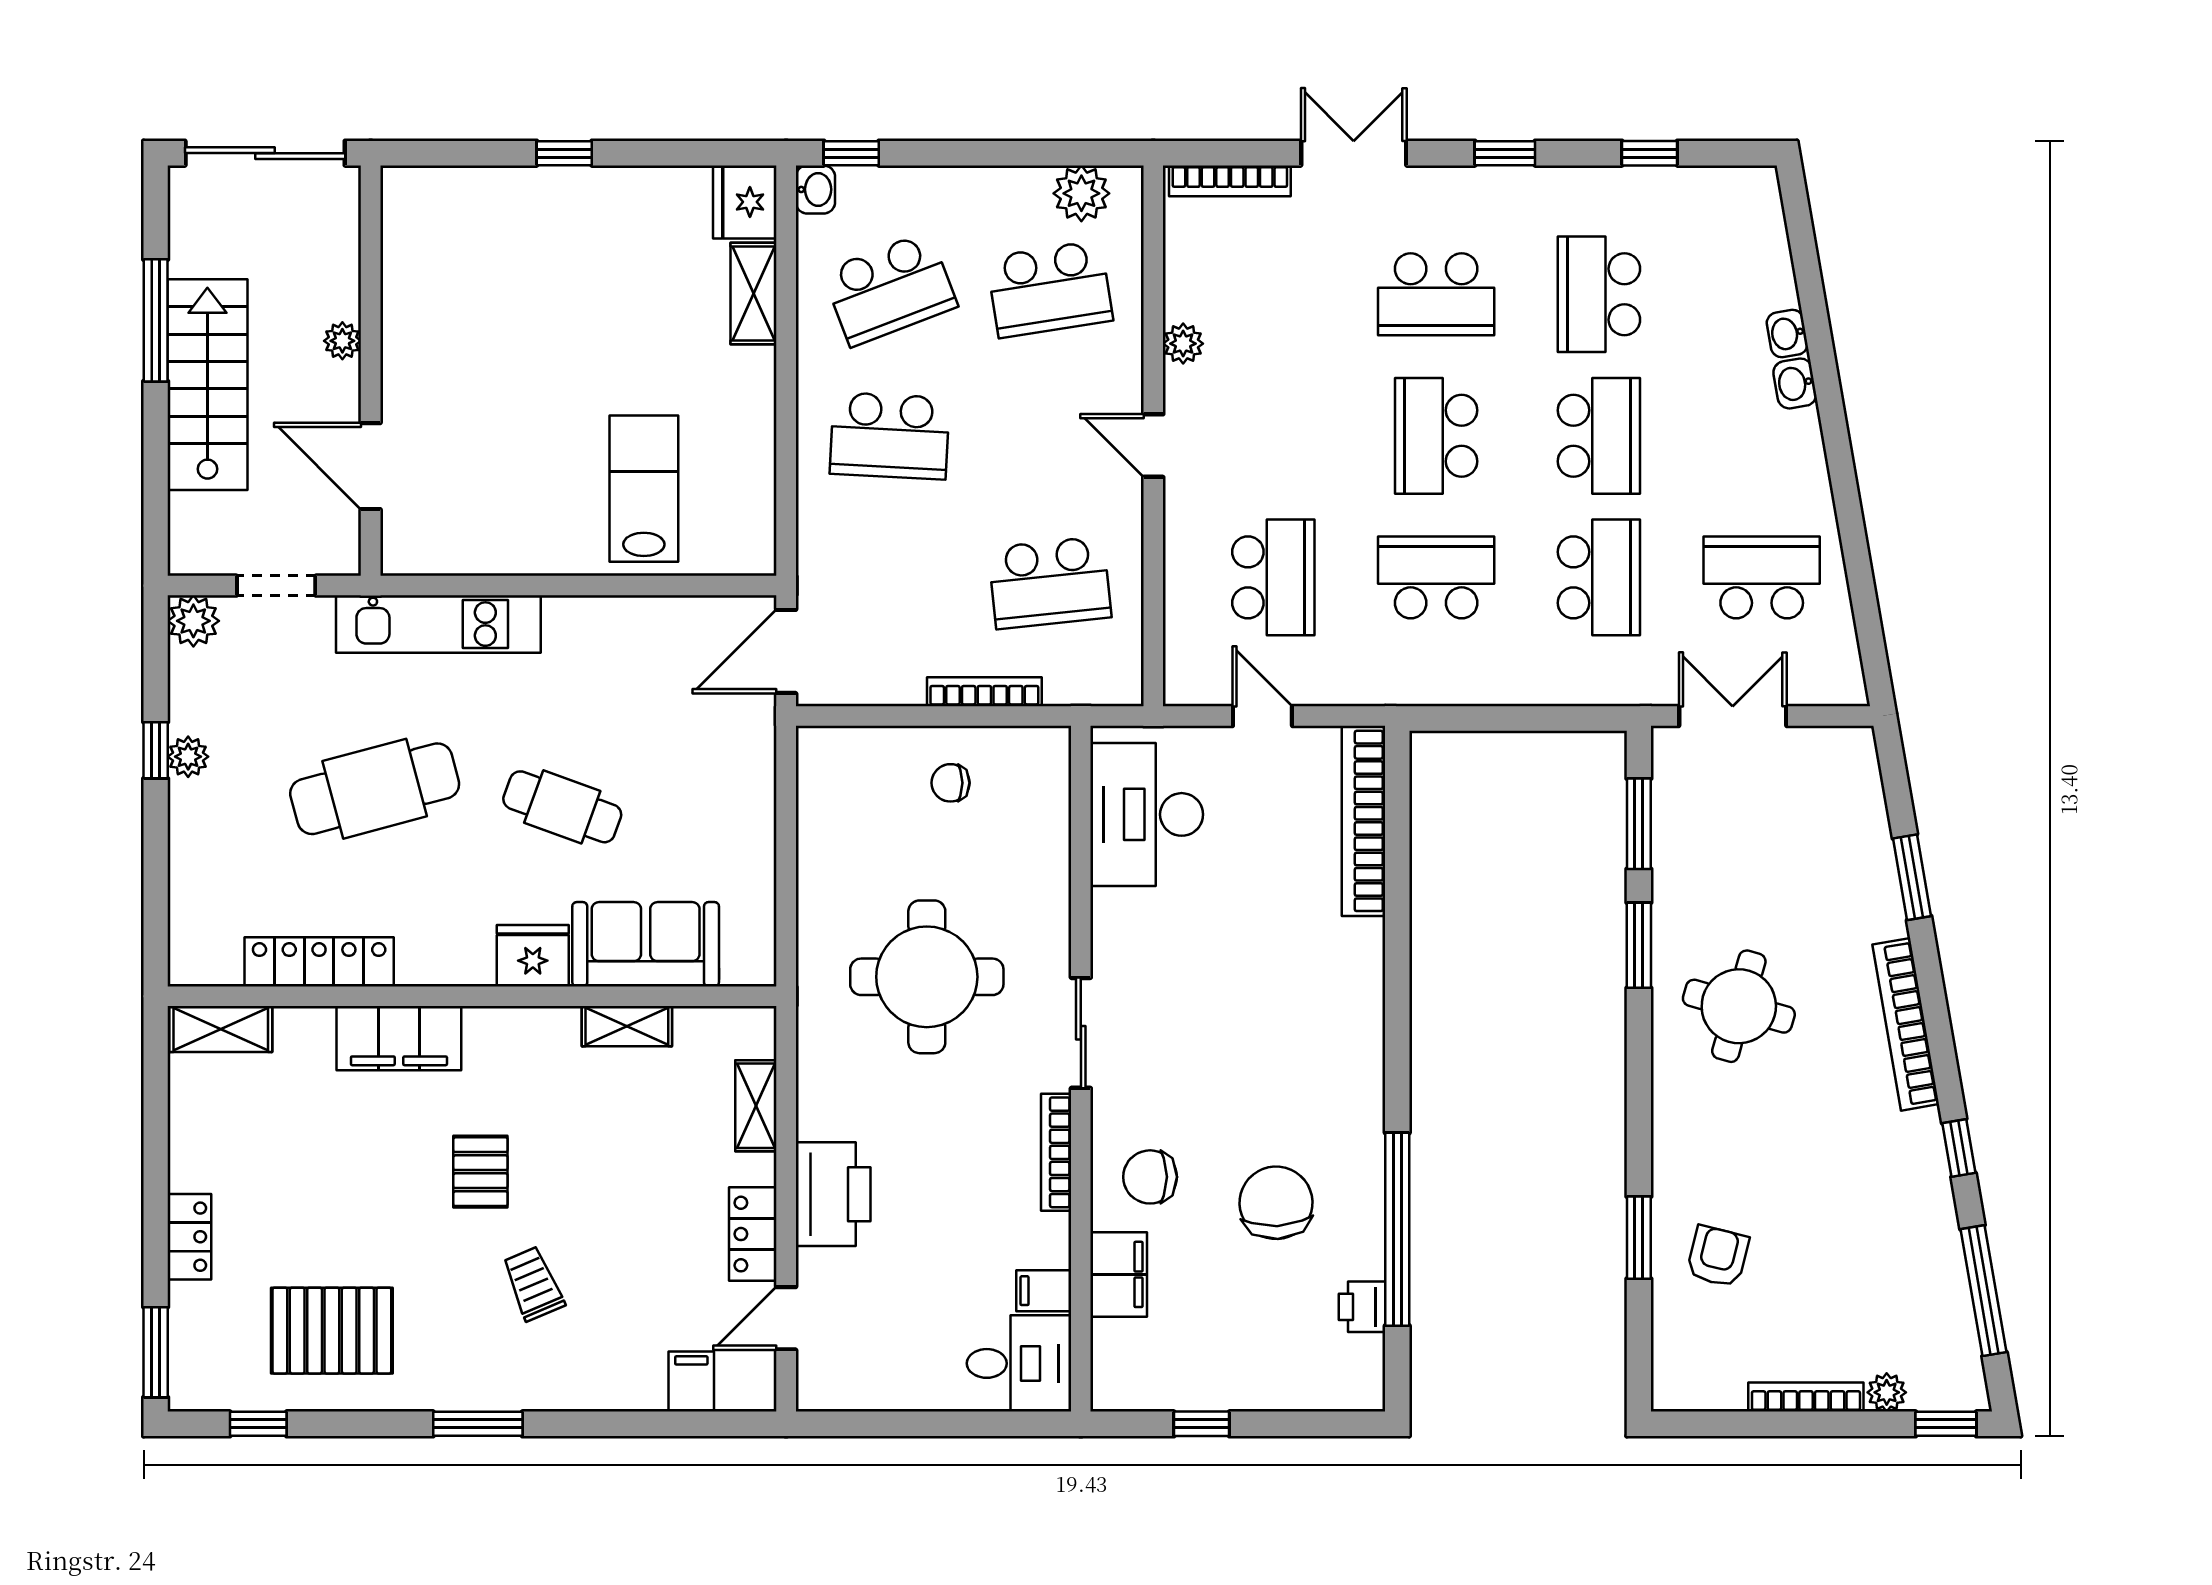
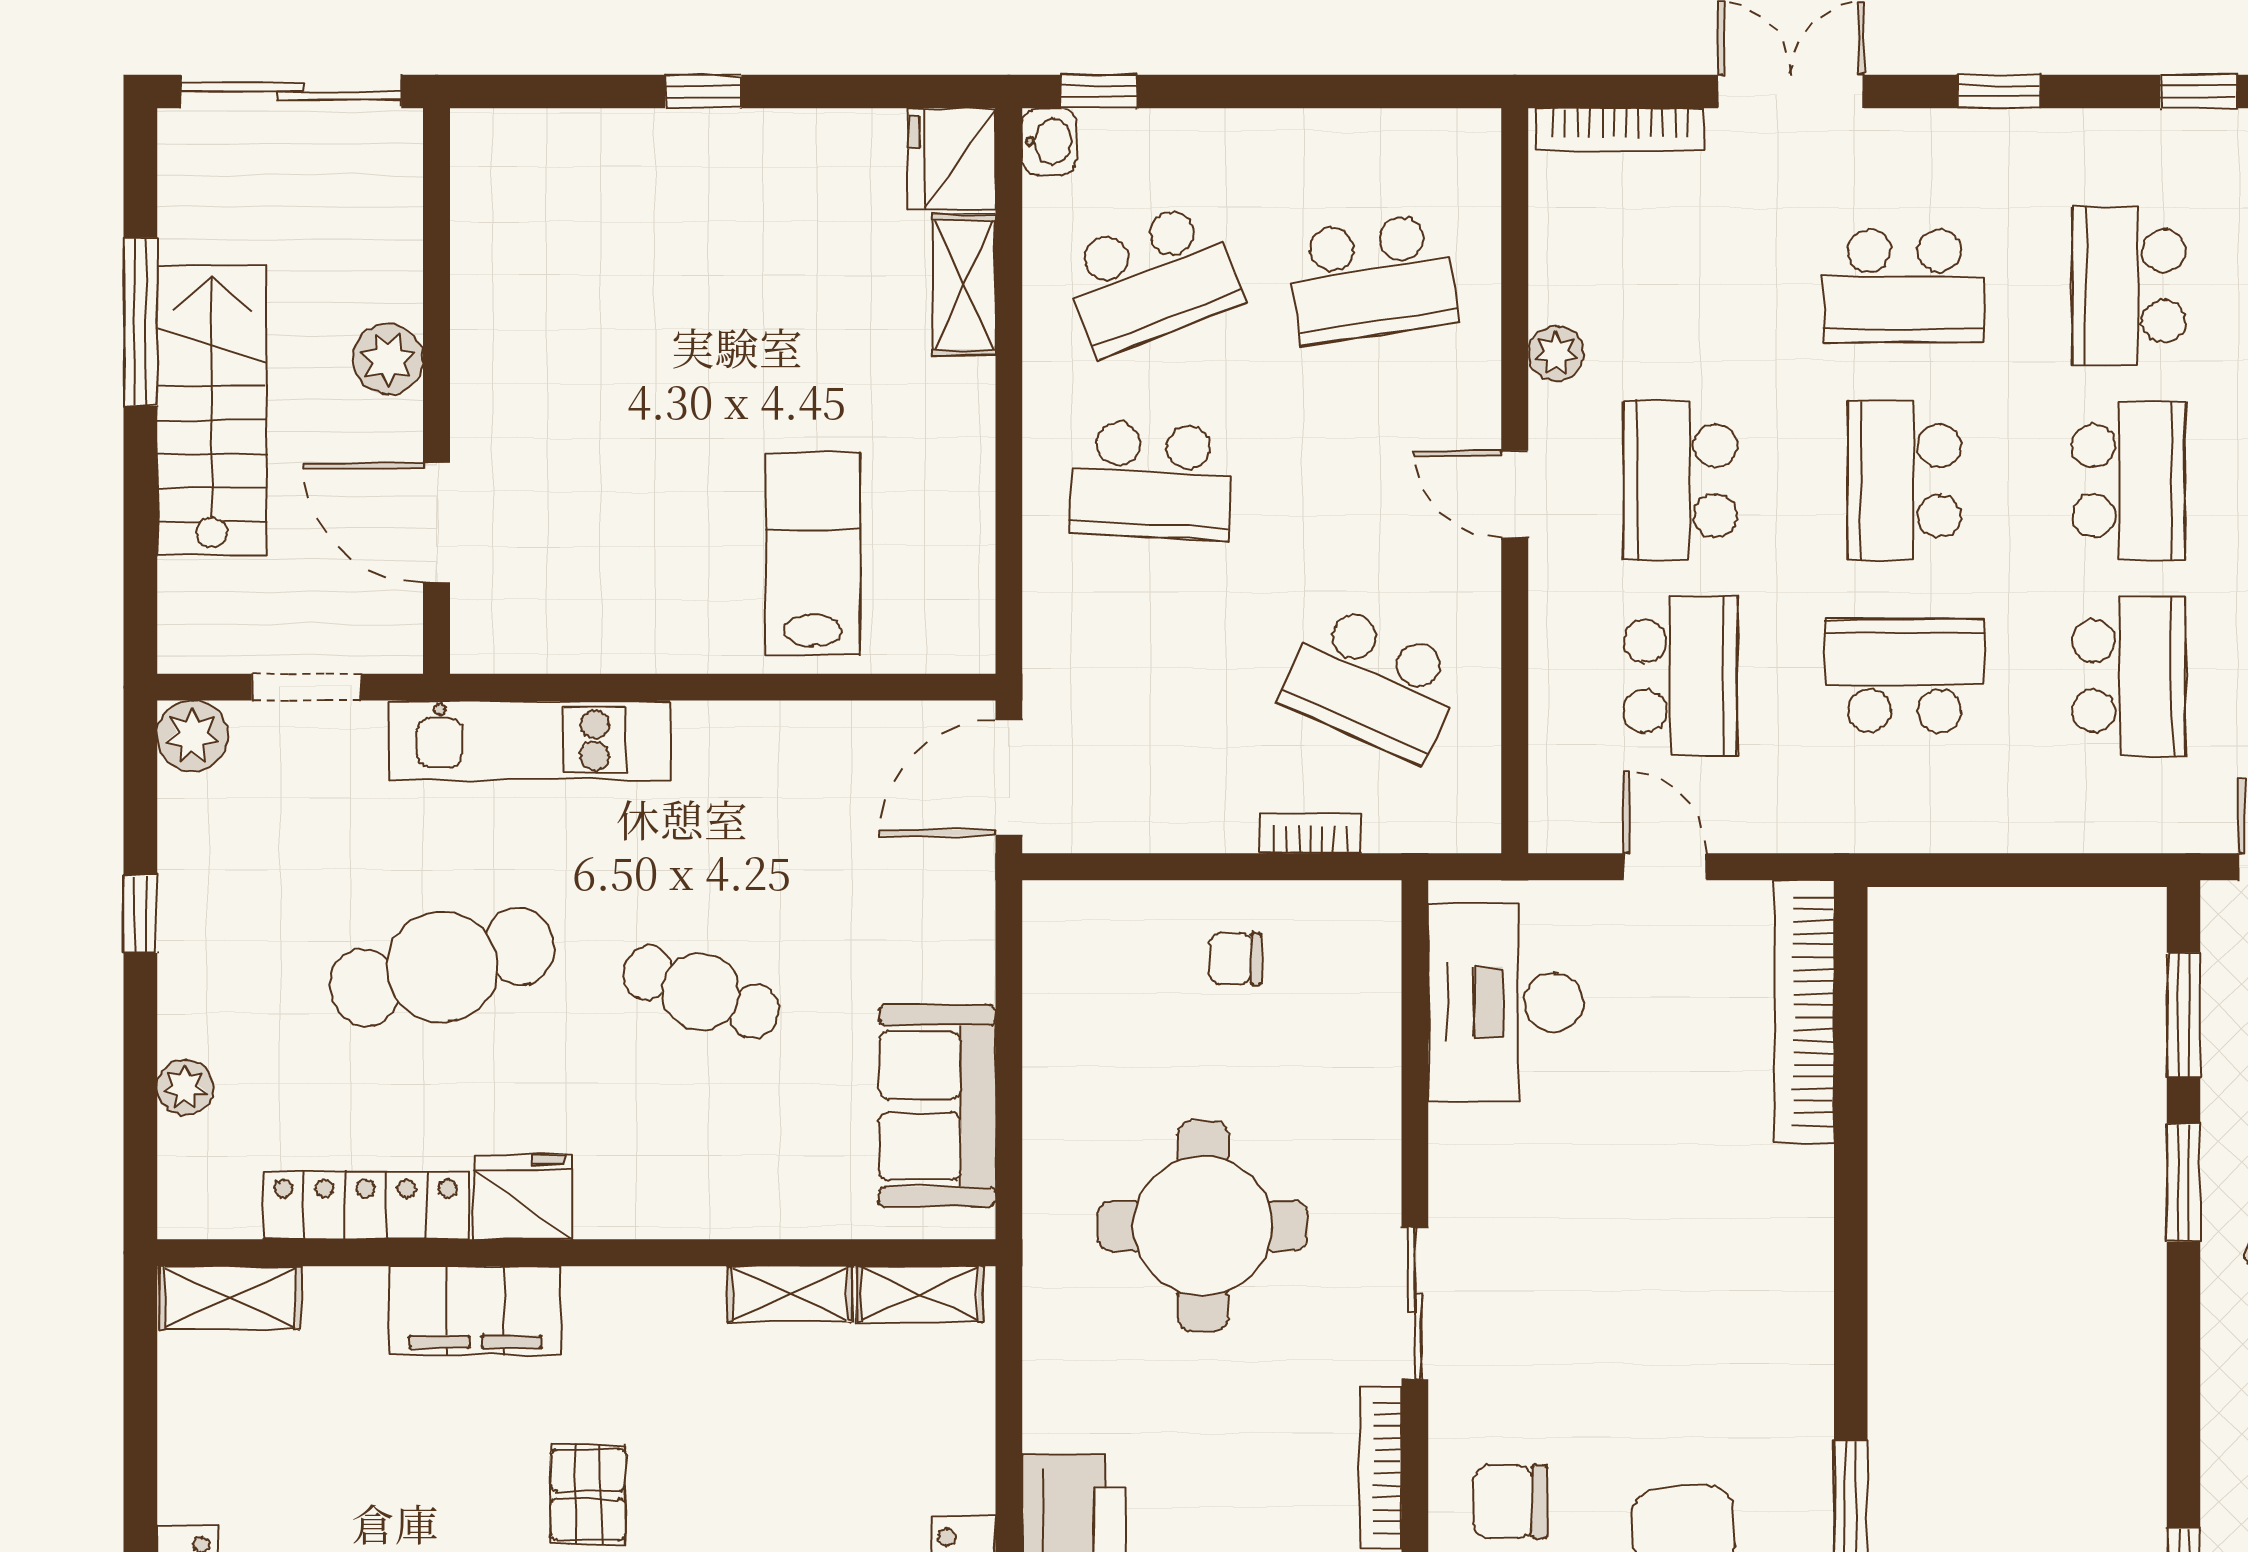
plant: (1081, 193) -> (1416, 147), removed
plant: (342, 341) -> (388, 359), width x1.38, depth x1.38
school desk: (1273, 436) -> (1680, 481), added
school desk: (1050, 583) -> (1372, 683), turned 30
bookcase: (984, 692) -> (1311, 833), width x0.64
plant: (188, 757) -> (185, 1087), moved
sofa: (646, 944) -> (937, 1106), moved, turned -90
fridge: (533, 956) -> (523, 1197), moved
shelving: (756, 1106) -> (920, 1294), moved, turned 90

